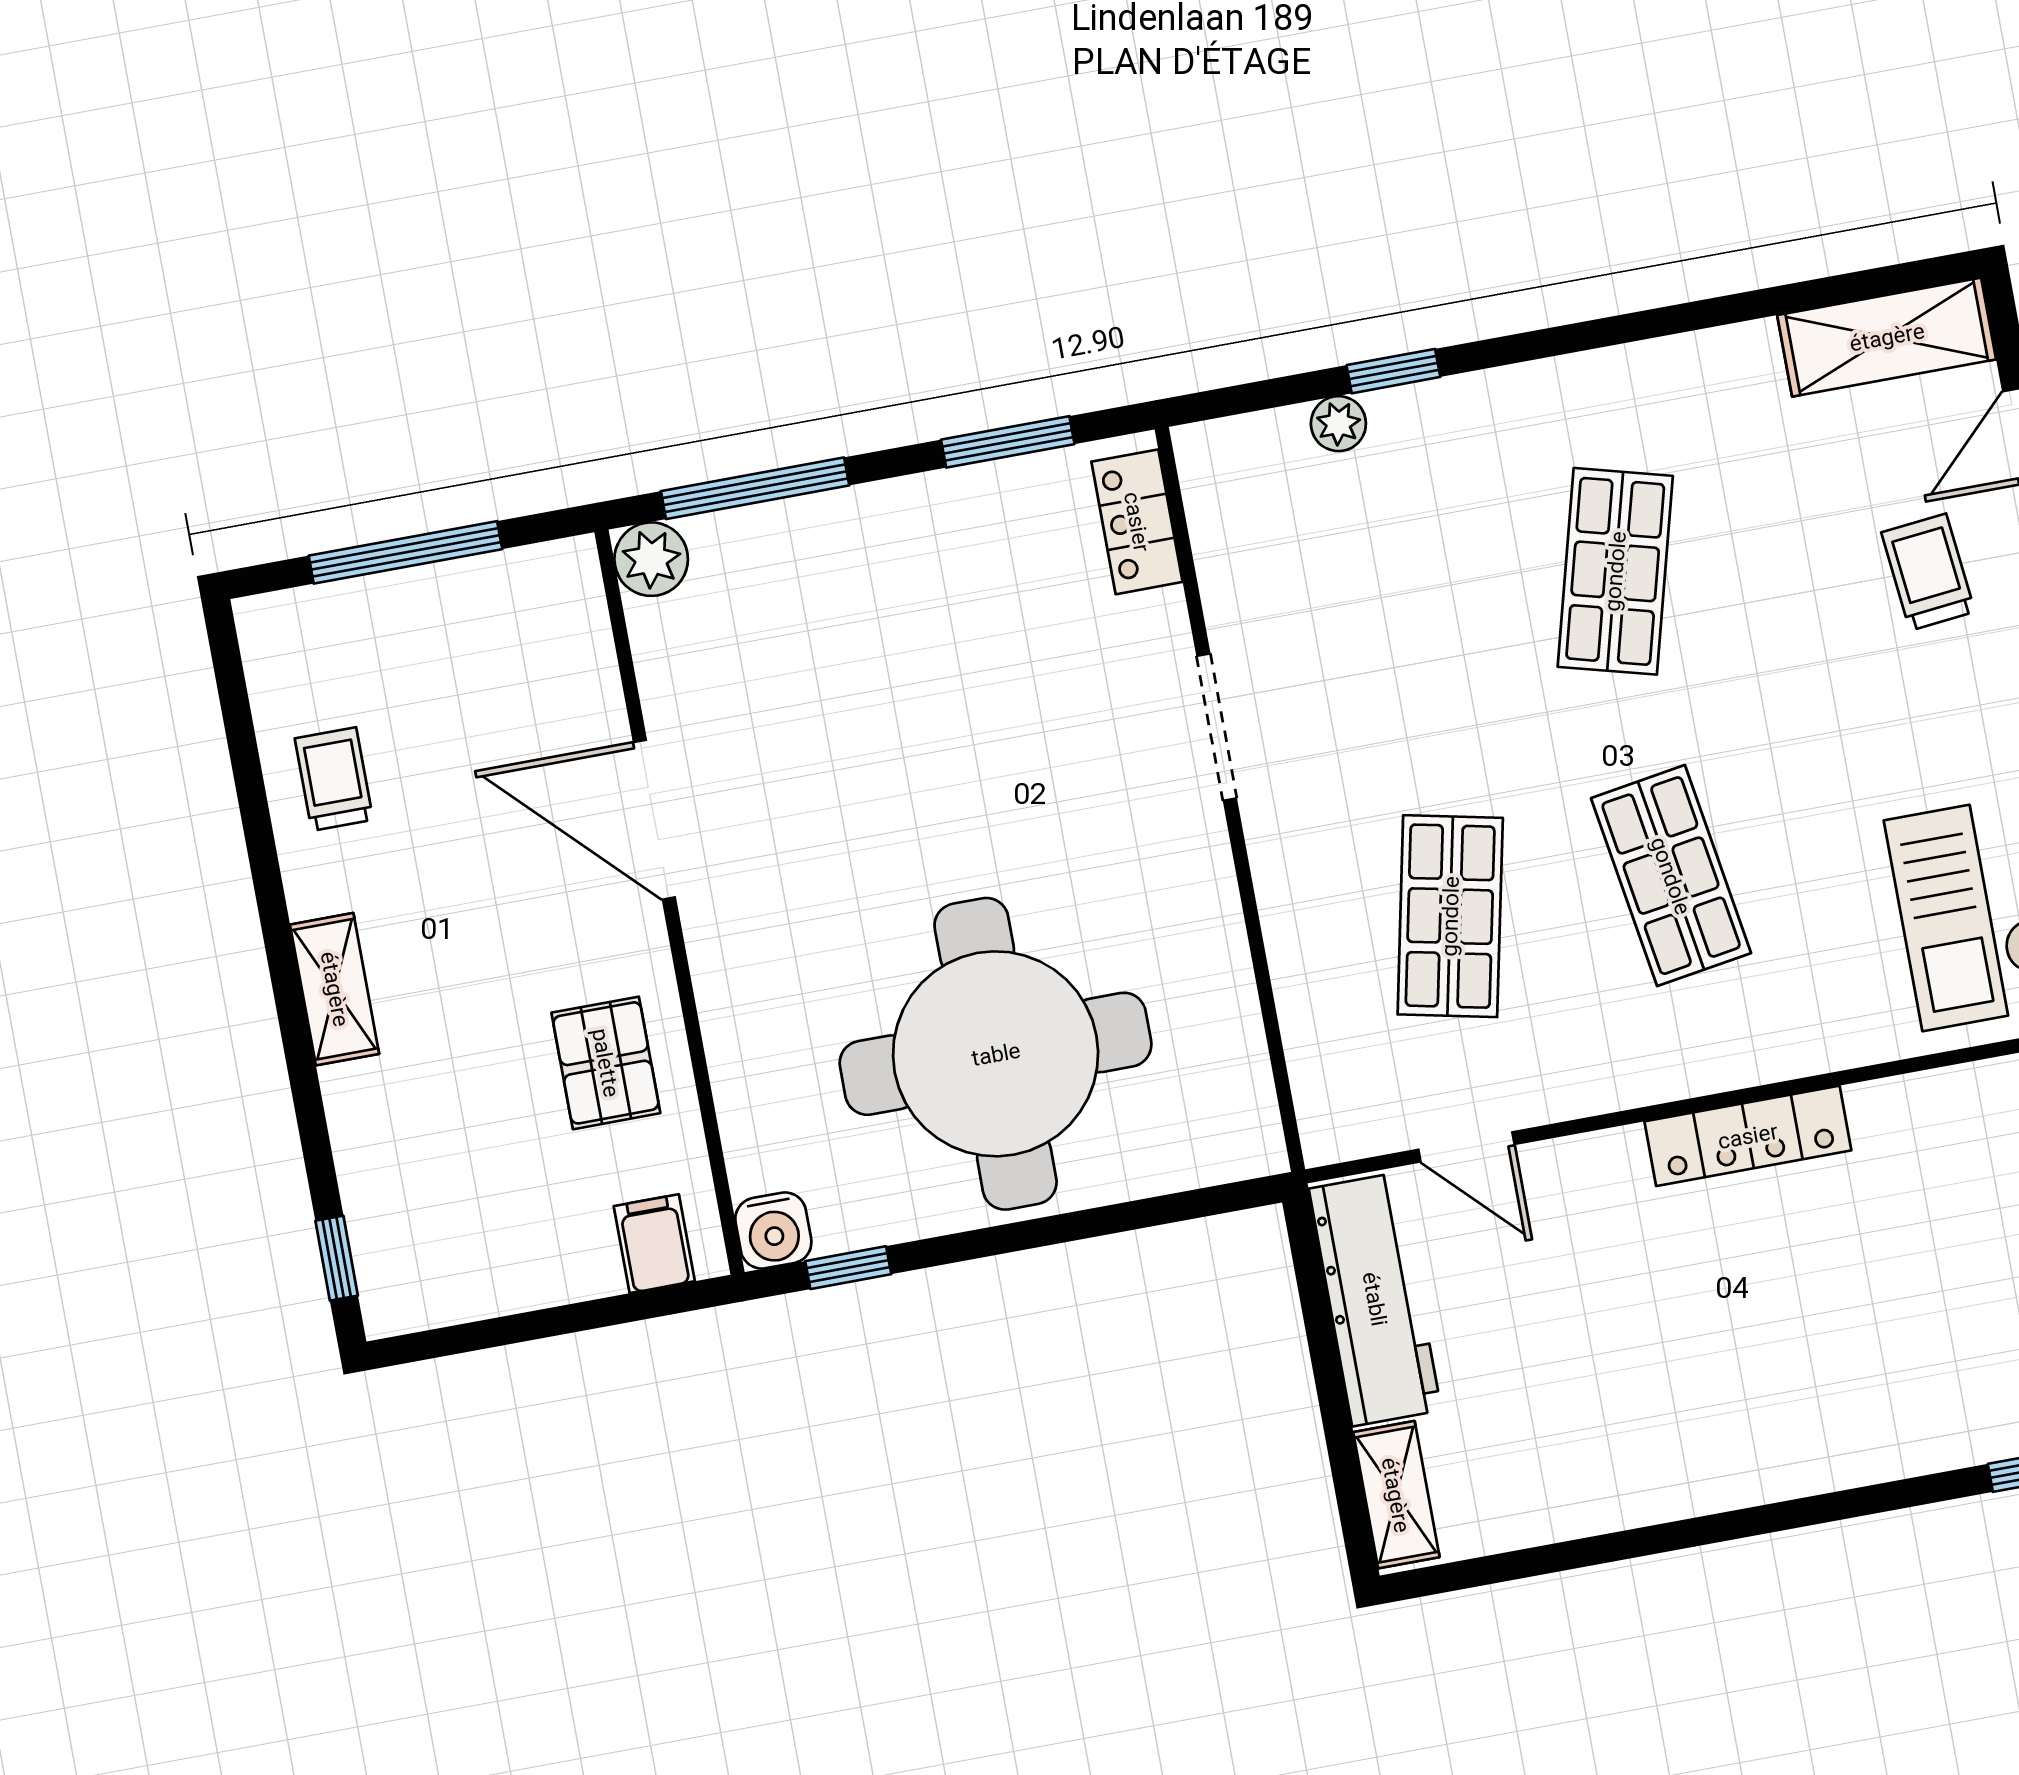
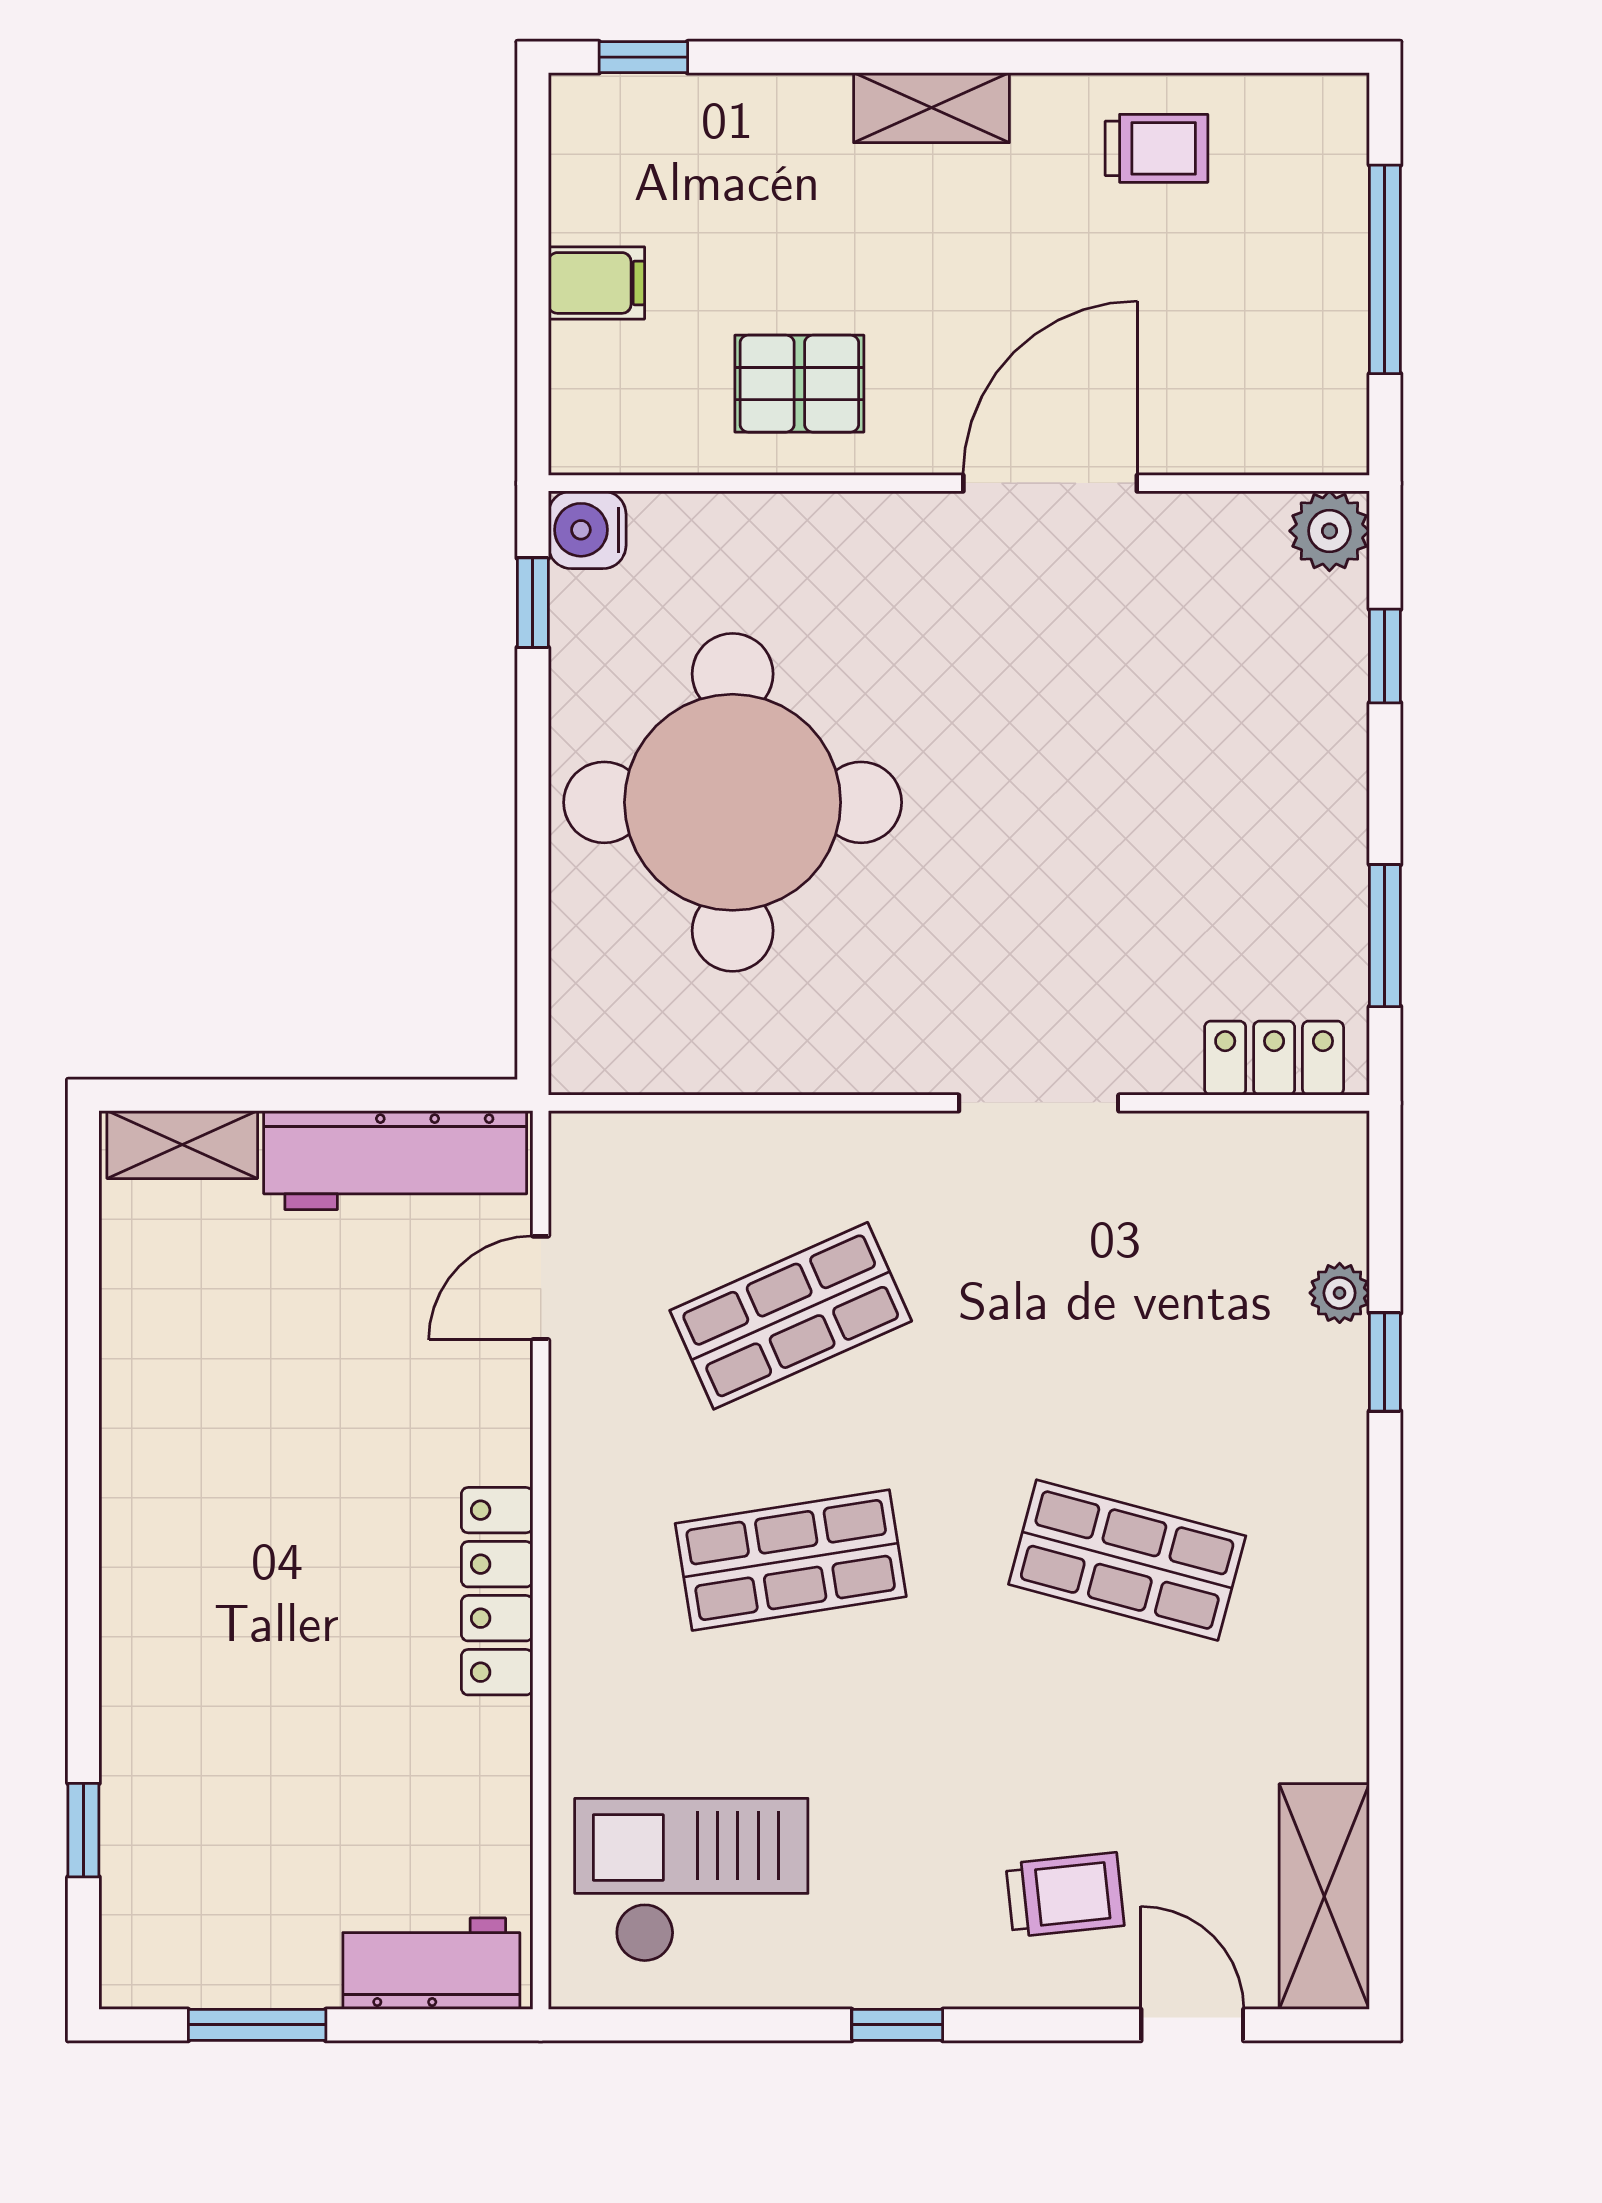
window: (755, 488) -> (1385, 656), width x0.46
shop shelf: (1450, 916) -> (791, 1316), turned -36
filing cabinet: (654, 1244) -> (596, 283), moved

